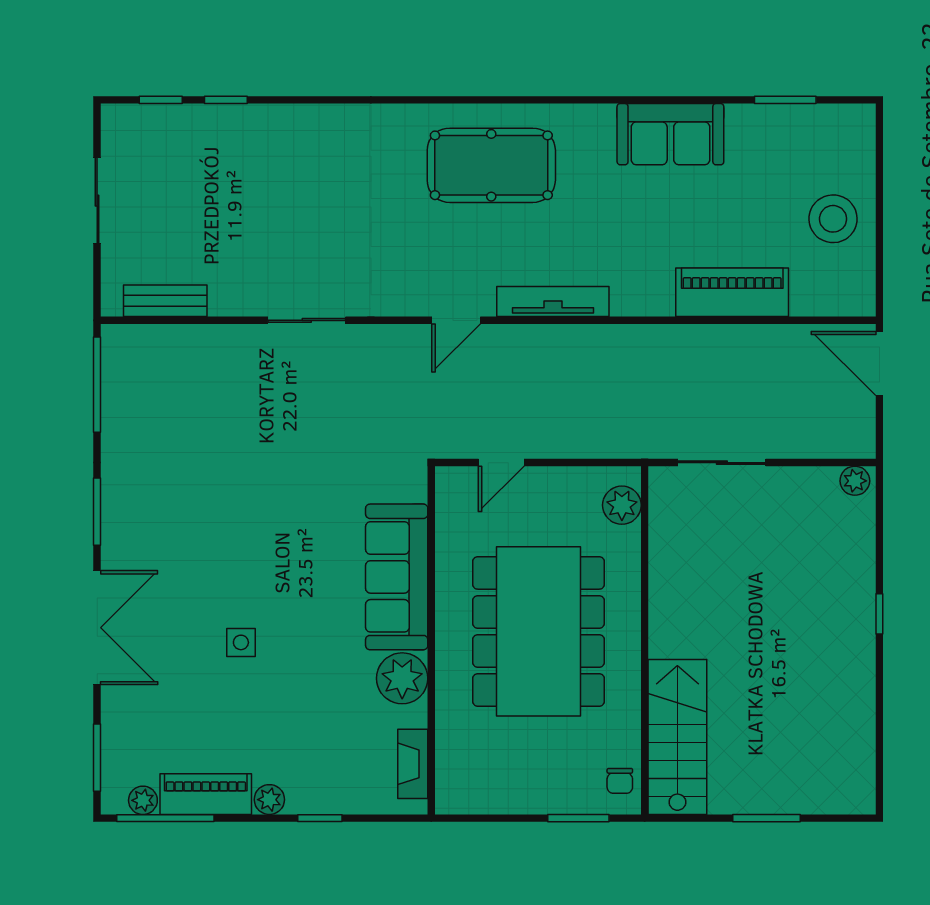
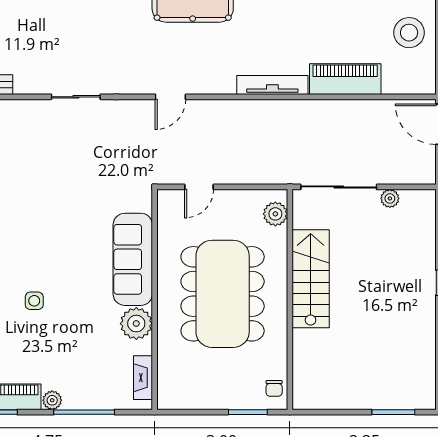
tv unit: (553, 302) -> (272, 85), moved
sliding door: (722, 463) -> (339, 187), width x1.37
plant: (855, 481) -> (390, 198), moved
stairs: (677, 737) -> (311, 279), moved
window: (320, 818) -> (84, 412), width x2.17
window: (766, 818) -> (393, 412), moved

